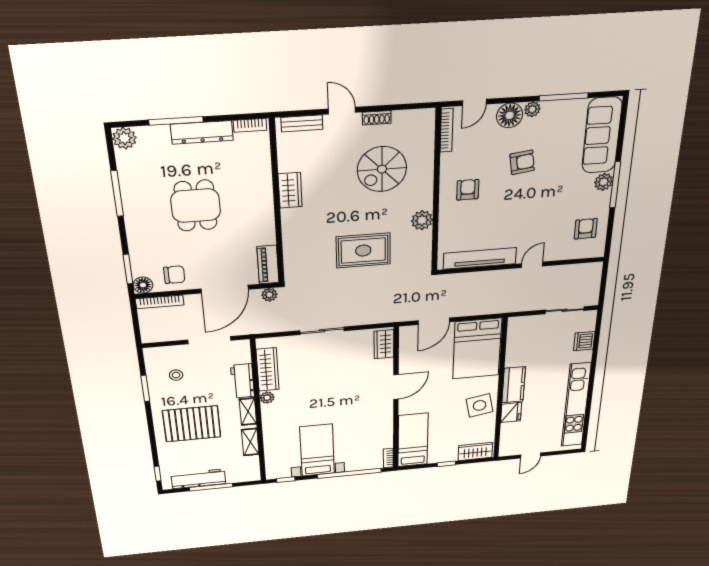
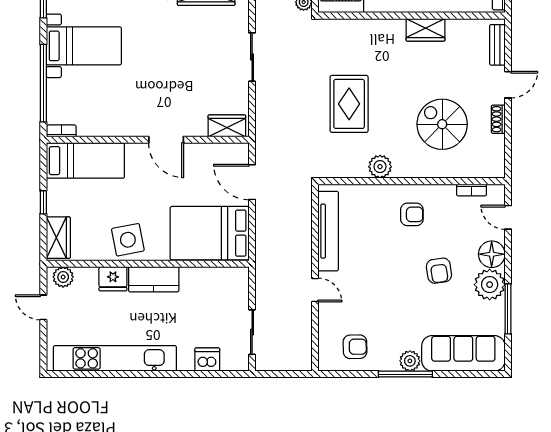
plant: (532, 109) -> (490, 285), width x1.88, depth x1.88
bookcase: (447, 130) -> (472, 190), width x0.64
plant: (507, 445) -> (63, 277), added

